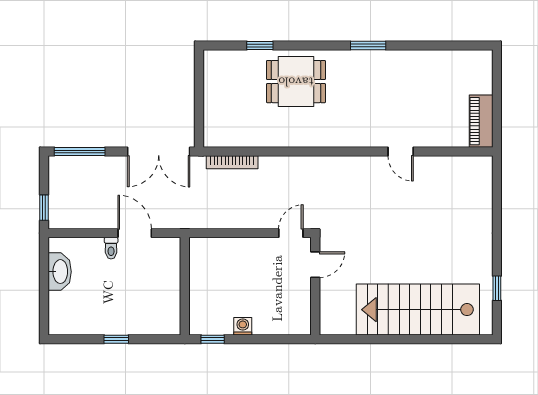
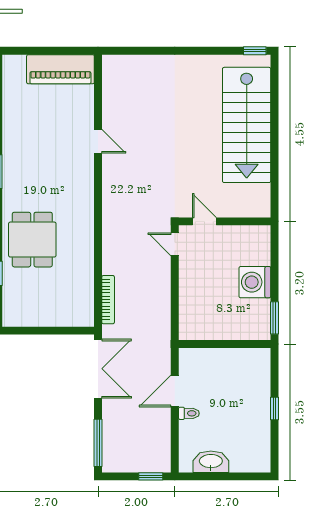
piano: (481, 121) -> (60, 69), width x1.37, depth x1.33
door: (401, 152) -> (98, 141), hinge flipped
window: (497, 288) -> (255, 51), moved
washing machine: (243, 326) -> (255, 282), width x1.89, depth x1.89
window: (213, 339) -> (274, 318), width x1.50

